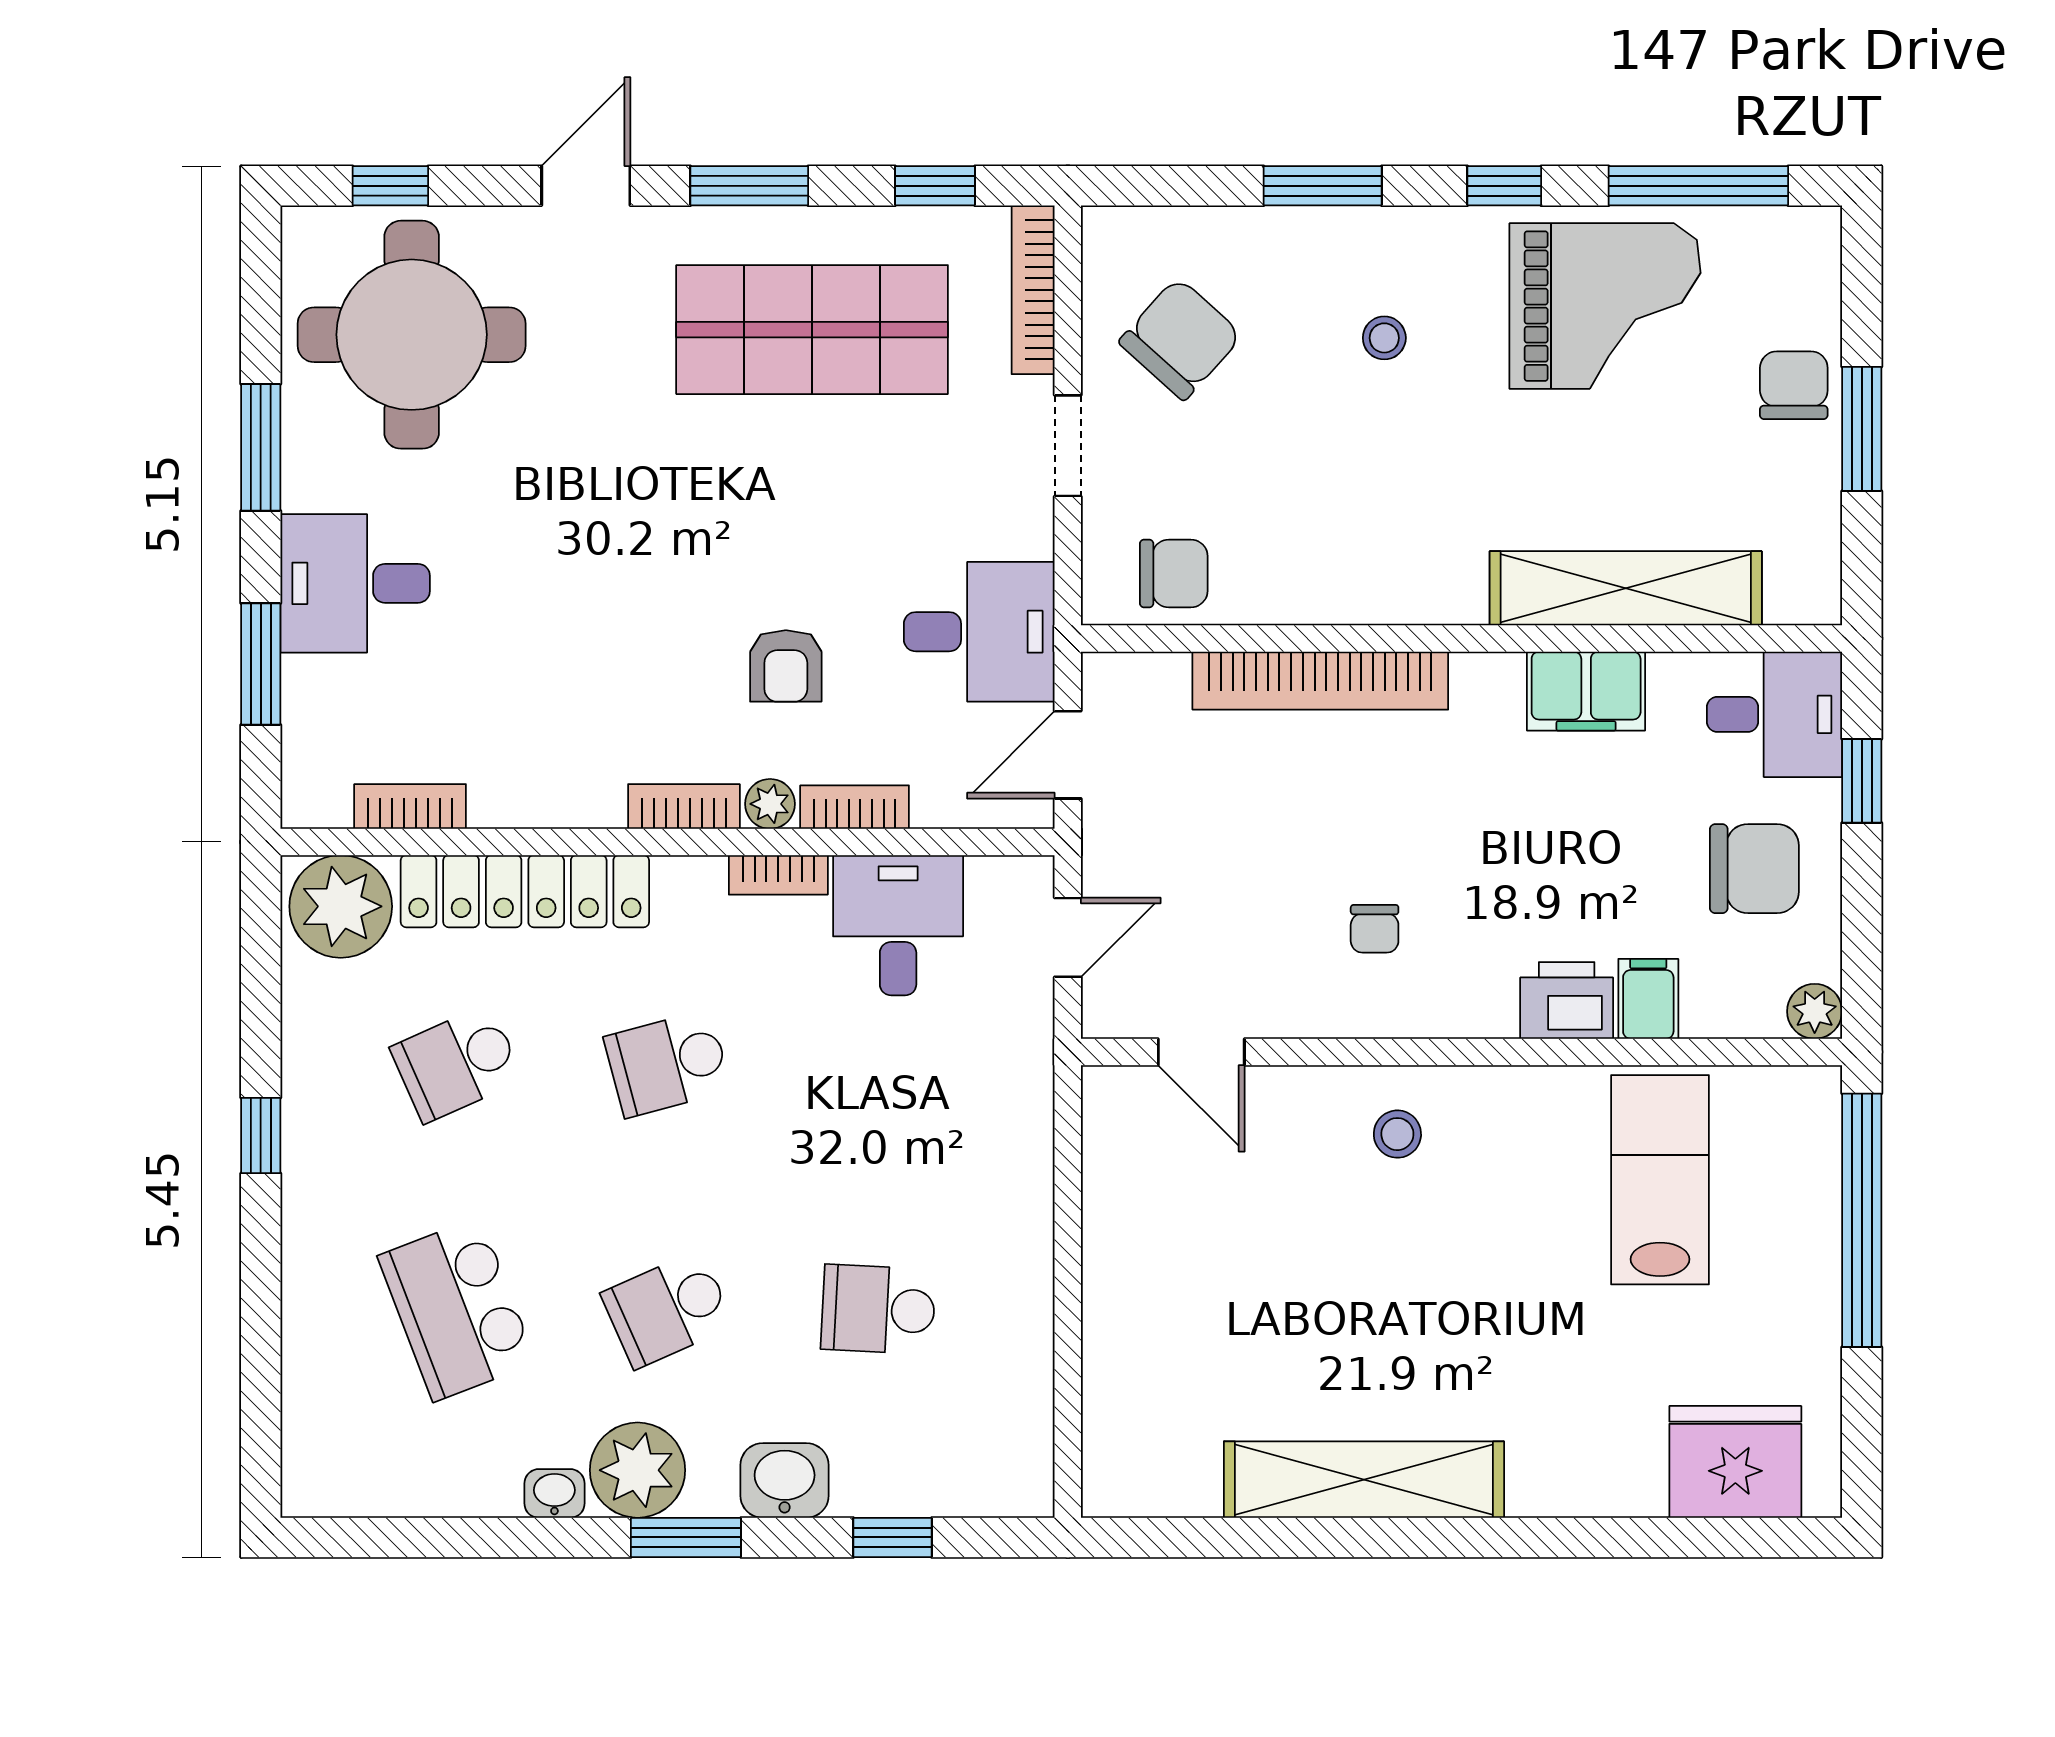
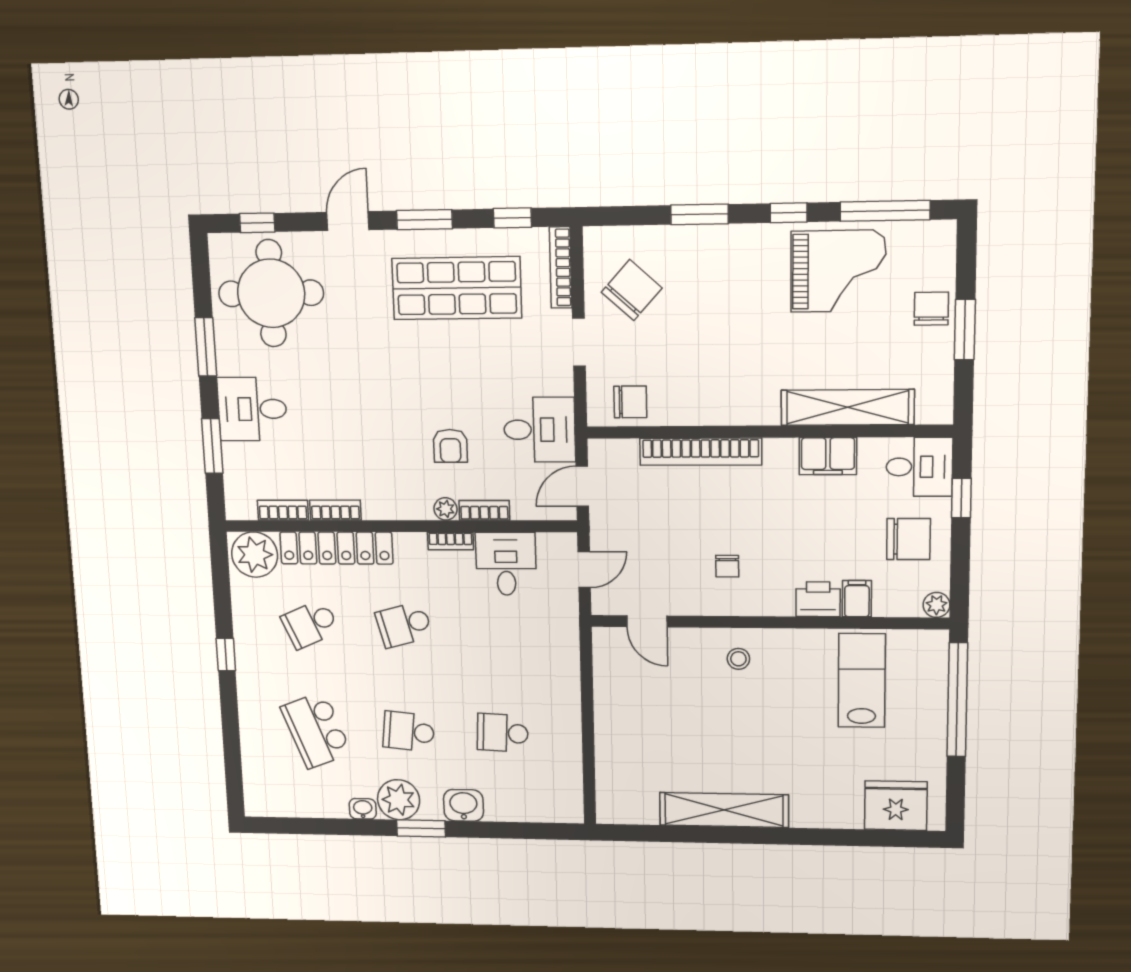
stool: (1384, 338) -> (730, 288), removed
bookcase: (684, 806) -> (335, 510), moved
school desk: (668, 1309) -> (409, 732), turned 30
window: (892, 1537) -> (512, 830), removed

